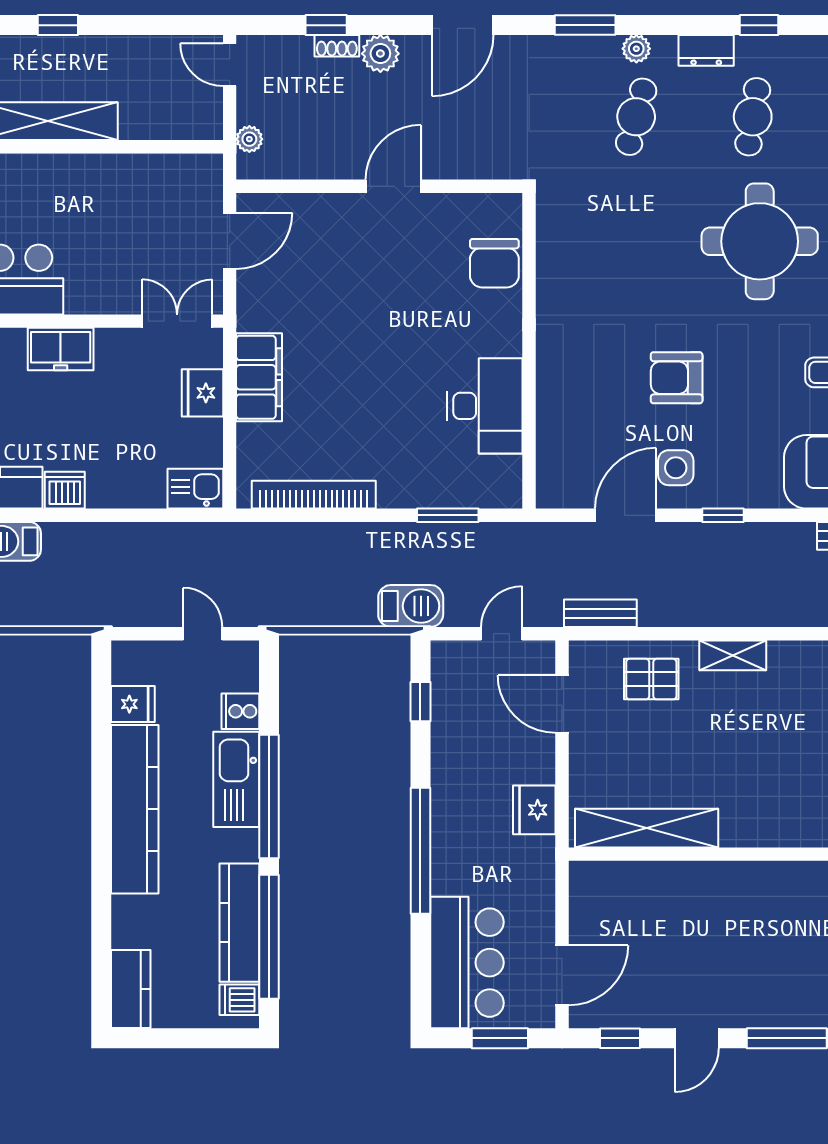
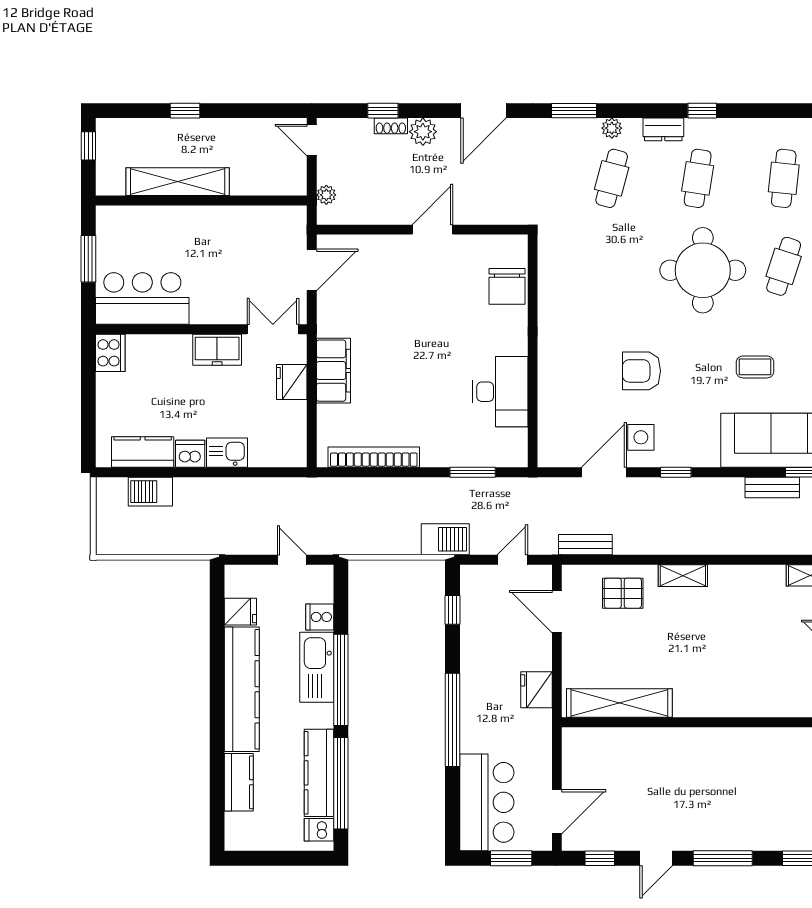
freezer: (61, 349) -> (217, 350), moved
kitchen sink: (195, 489) -> (227, 453), moved
kitchen counter: (131, 989) -> (239, 782), moved

